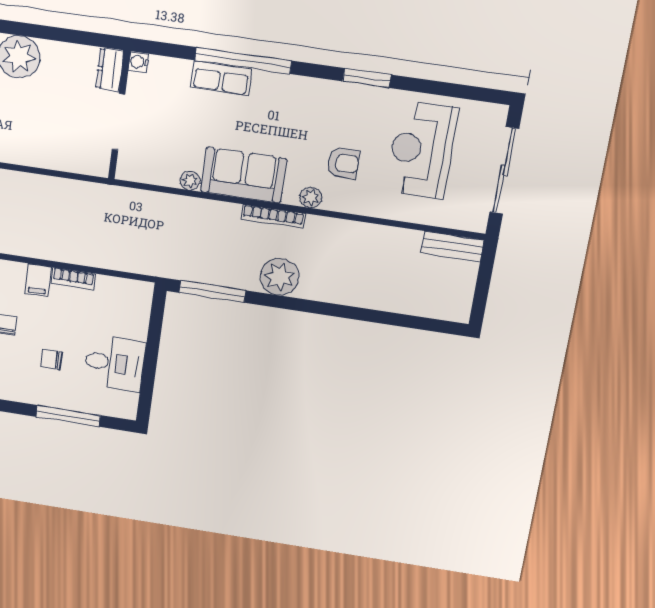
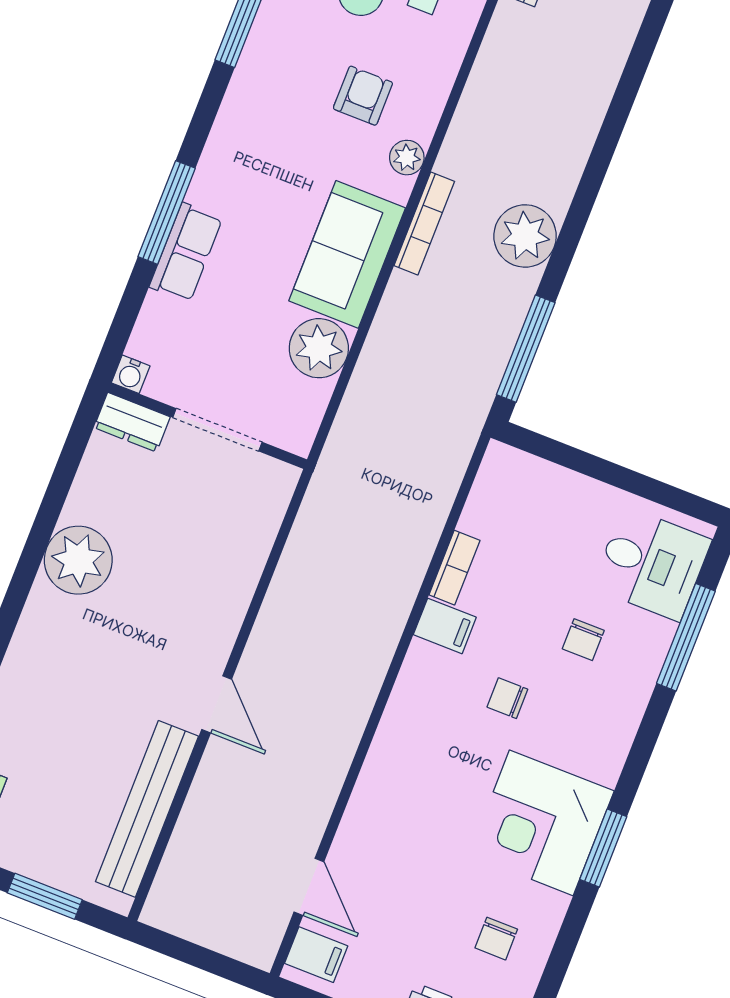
window: (243, 61) -> (167, 212), width x0.68
plant: (190, 181) -> (319, 348), width x1.87, depth x1.87
desk: (115, 363) -> (652, 564), moved, turned 90

